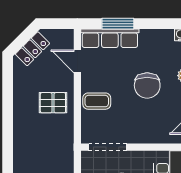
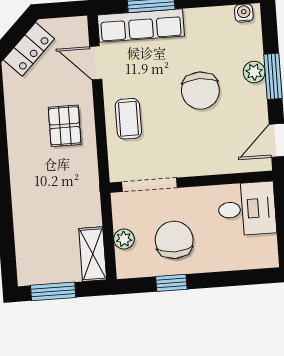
coffee table: (97, 101) -> (128, 119), turned 90
pallet: (53, 103) -> (65, 126), turned 90

